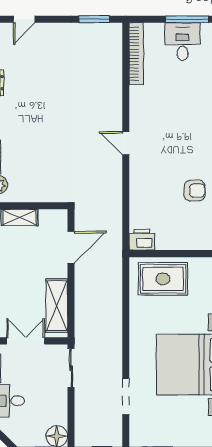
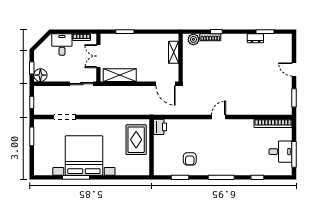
door: (24, 19) -> (294, 69), moved
door: (71, 247) -> (166, 84), moved
double door: (26, 341) -> (98, 56), swing flipped

